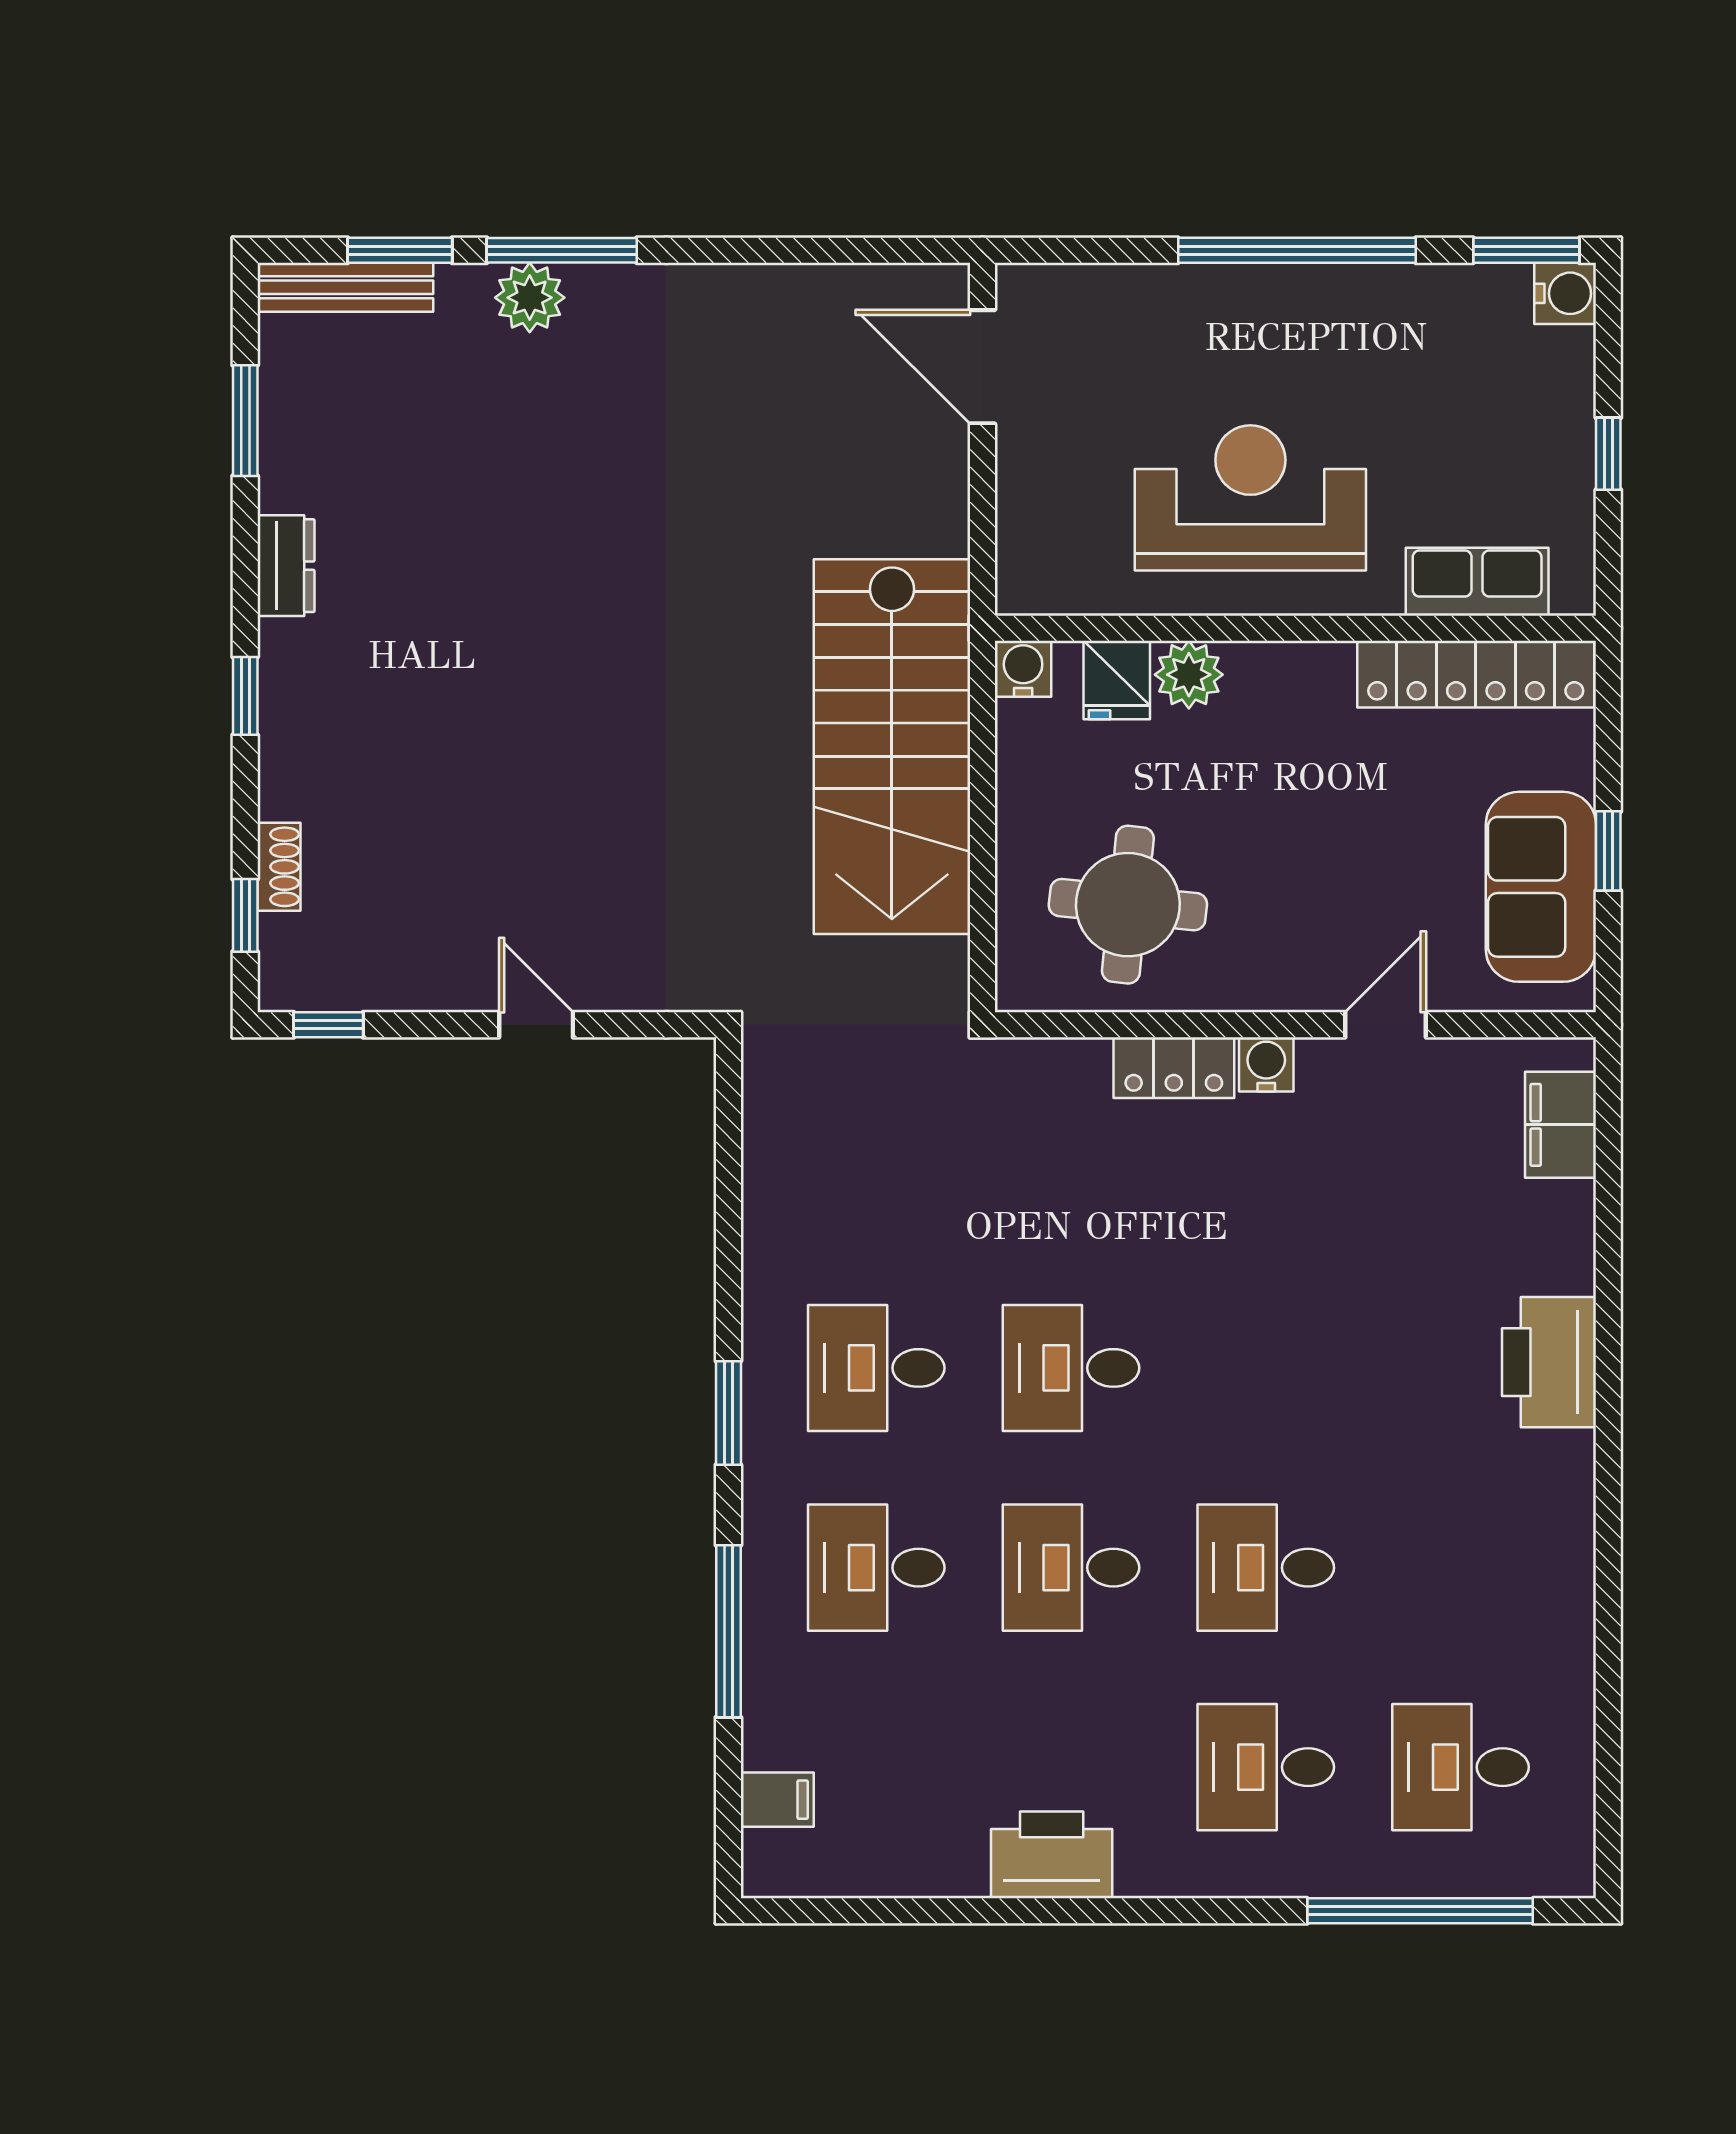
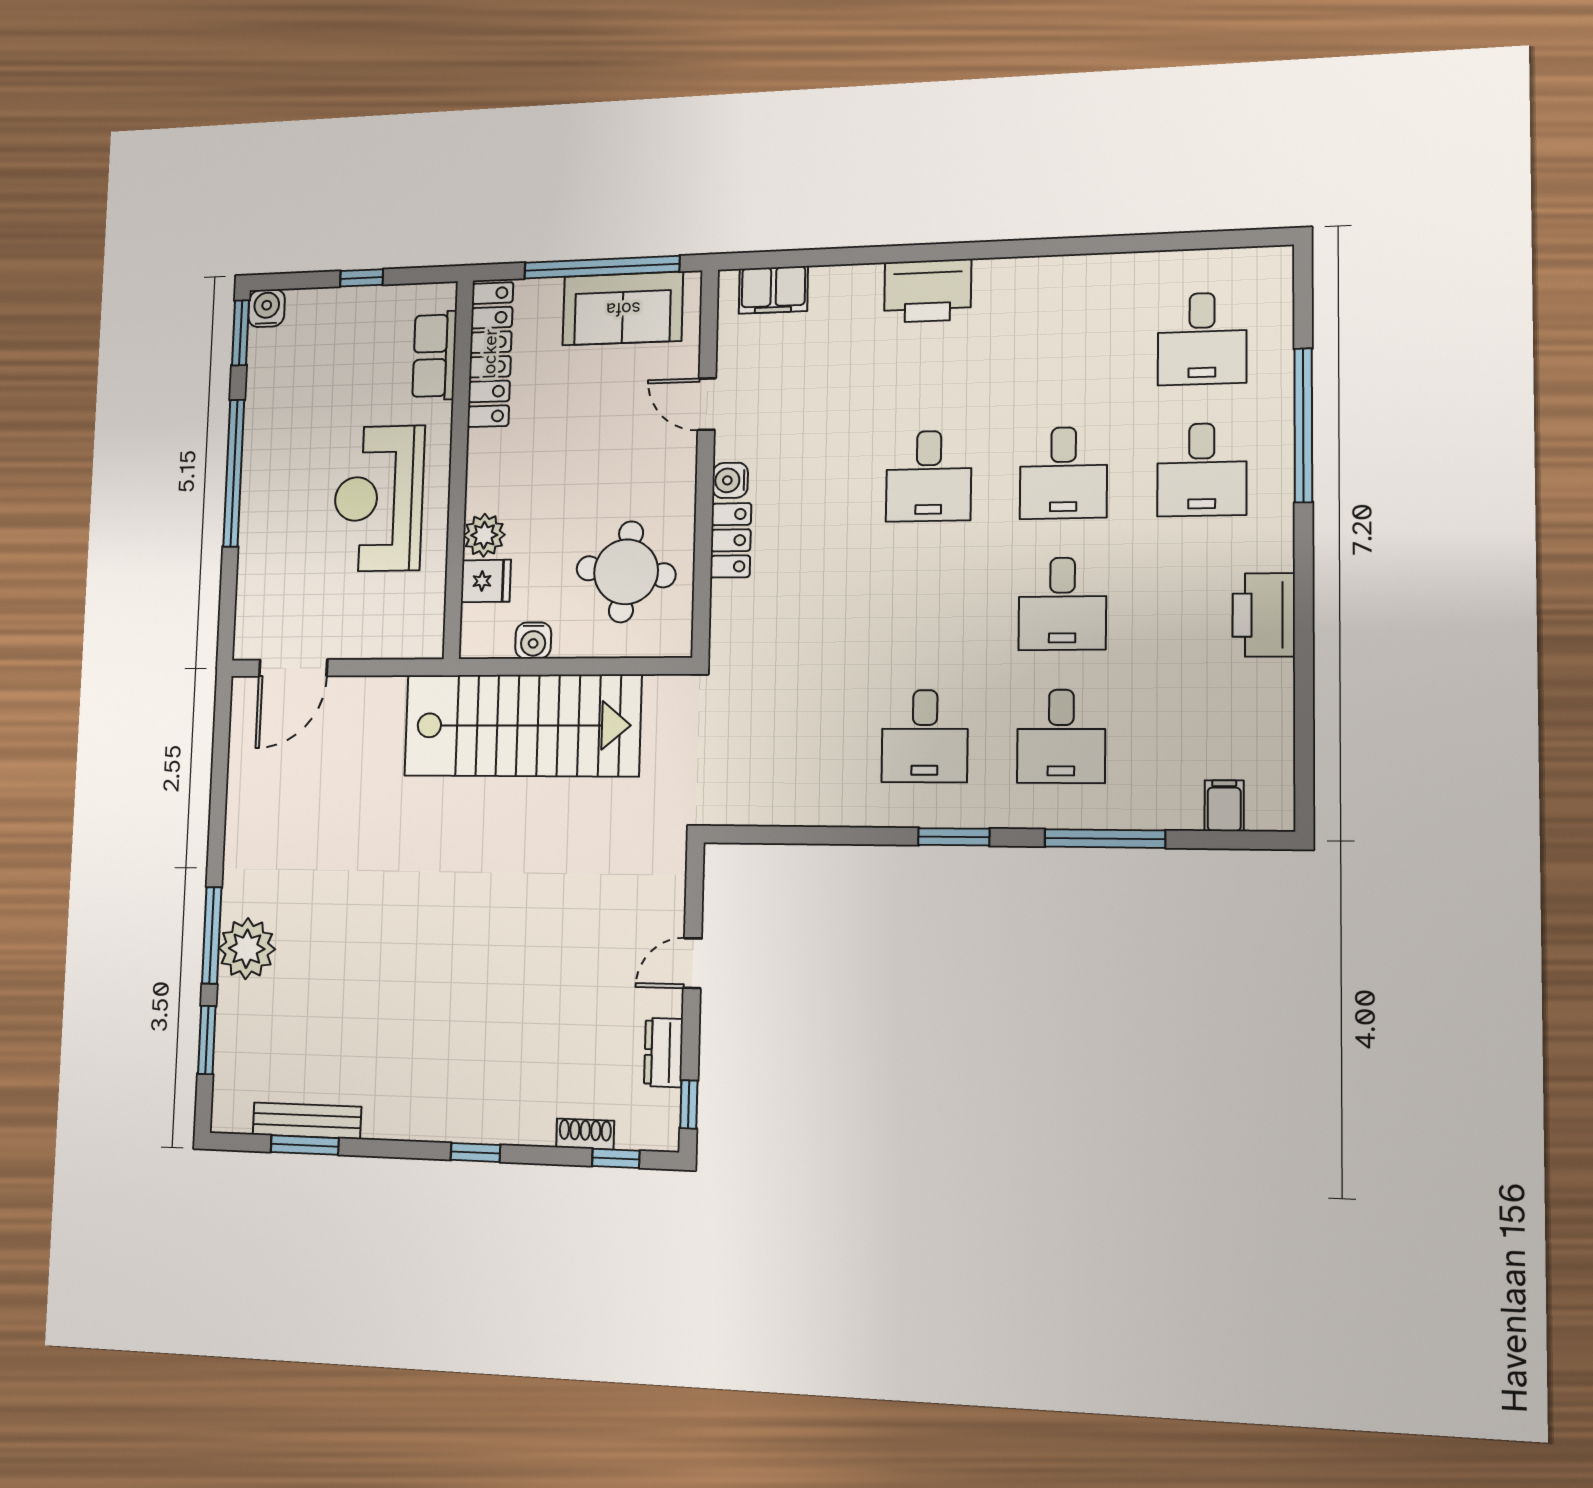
bench: (345, 287) -> (307, 1121), moved, turned 90
plant: (530, 298) -> (247, 949), width x1.36, depth x1.36
dresser: (286, 566) -> (663, 1053), moved, turned -90
water cooler: (1023, 669) -> (533, 640), moved, turned -90
window: (1608, 851) -> (602, 267), width x3.17
desk: (1071, 1368) -> (929, 476), moved
window: (1420, 1911) -> (1303, 425), moved

